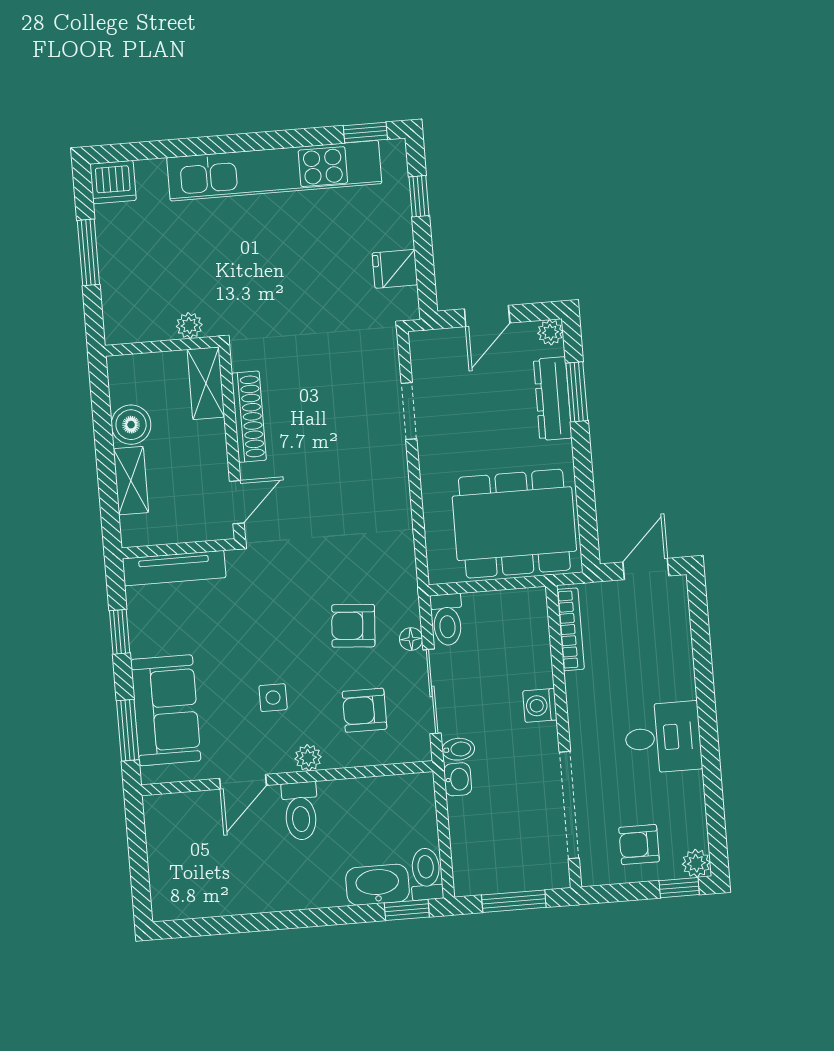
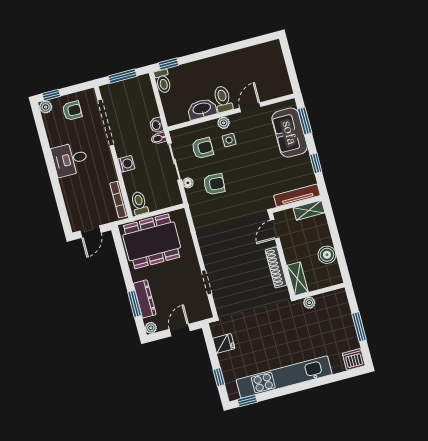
shelving: (131, 481) -> (309, 210), moved, turned 90
toilet: (447, 620) -> (139, 203), moved
side table: (273, 698) -> (229, 140), moved
washbasin: (377, 885) -> (202, 109), moved, turned 180

